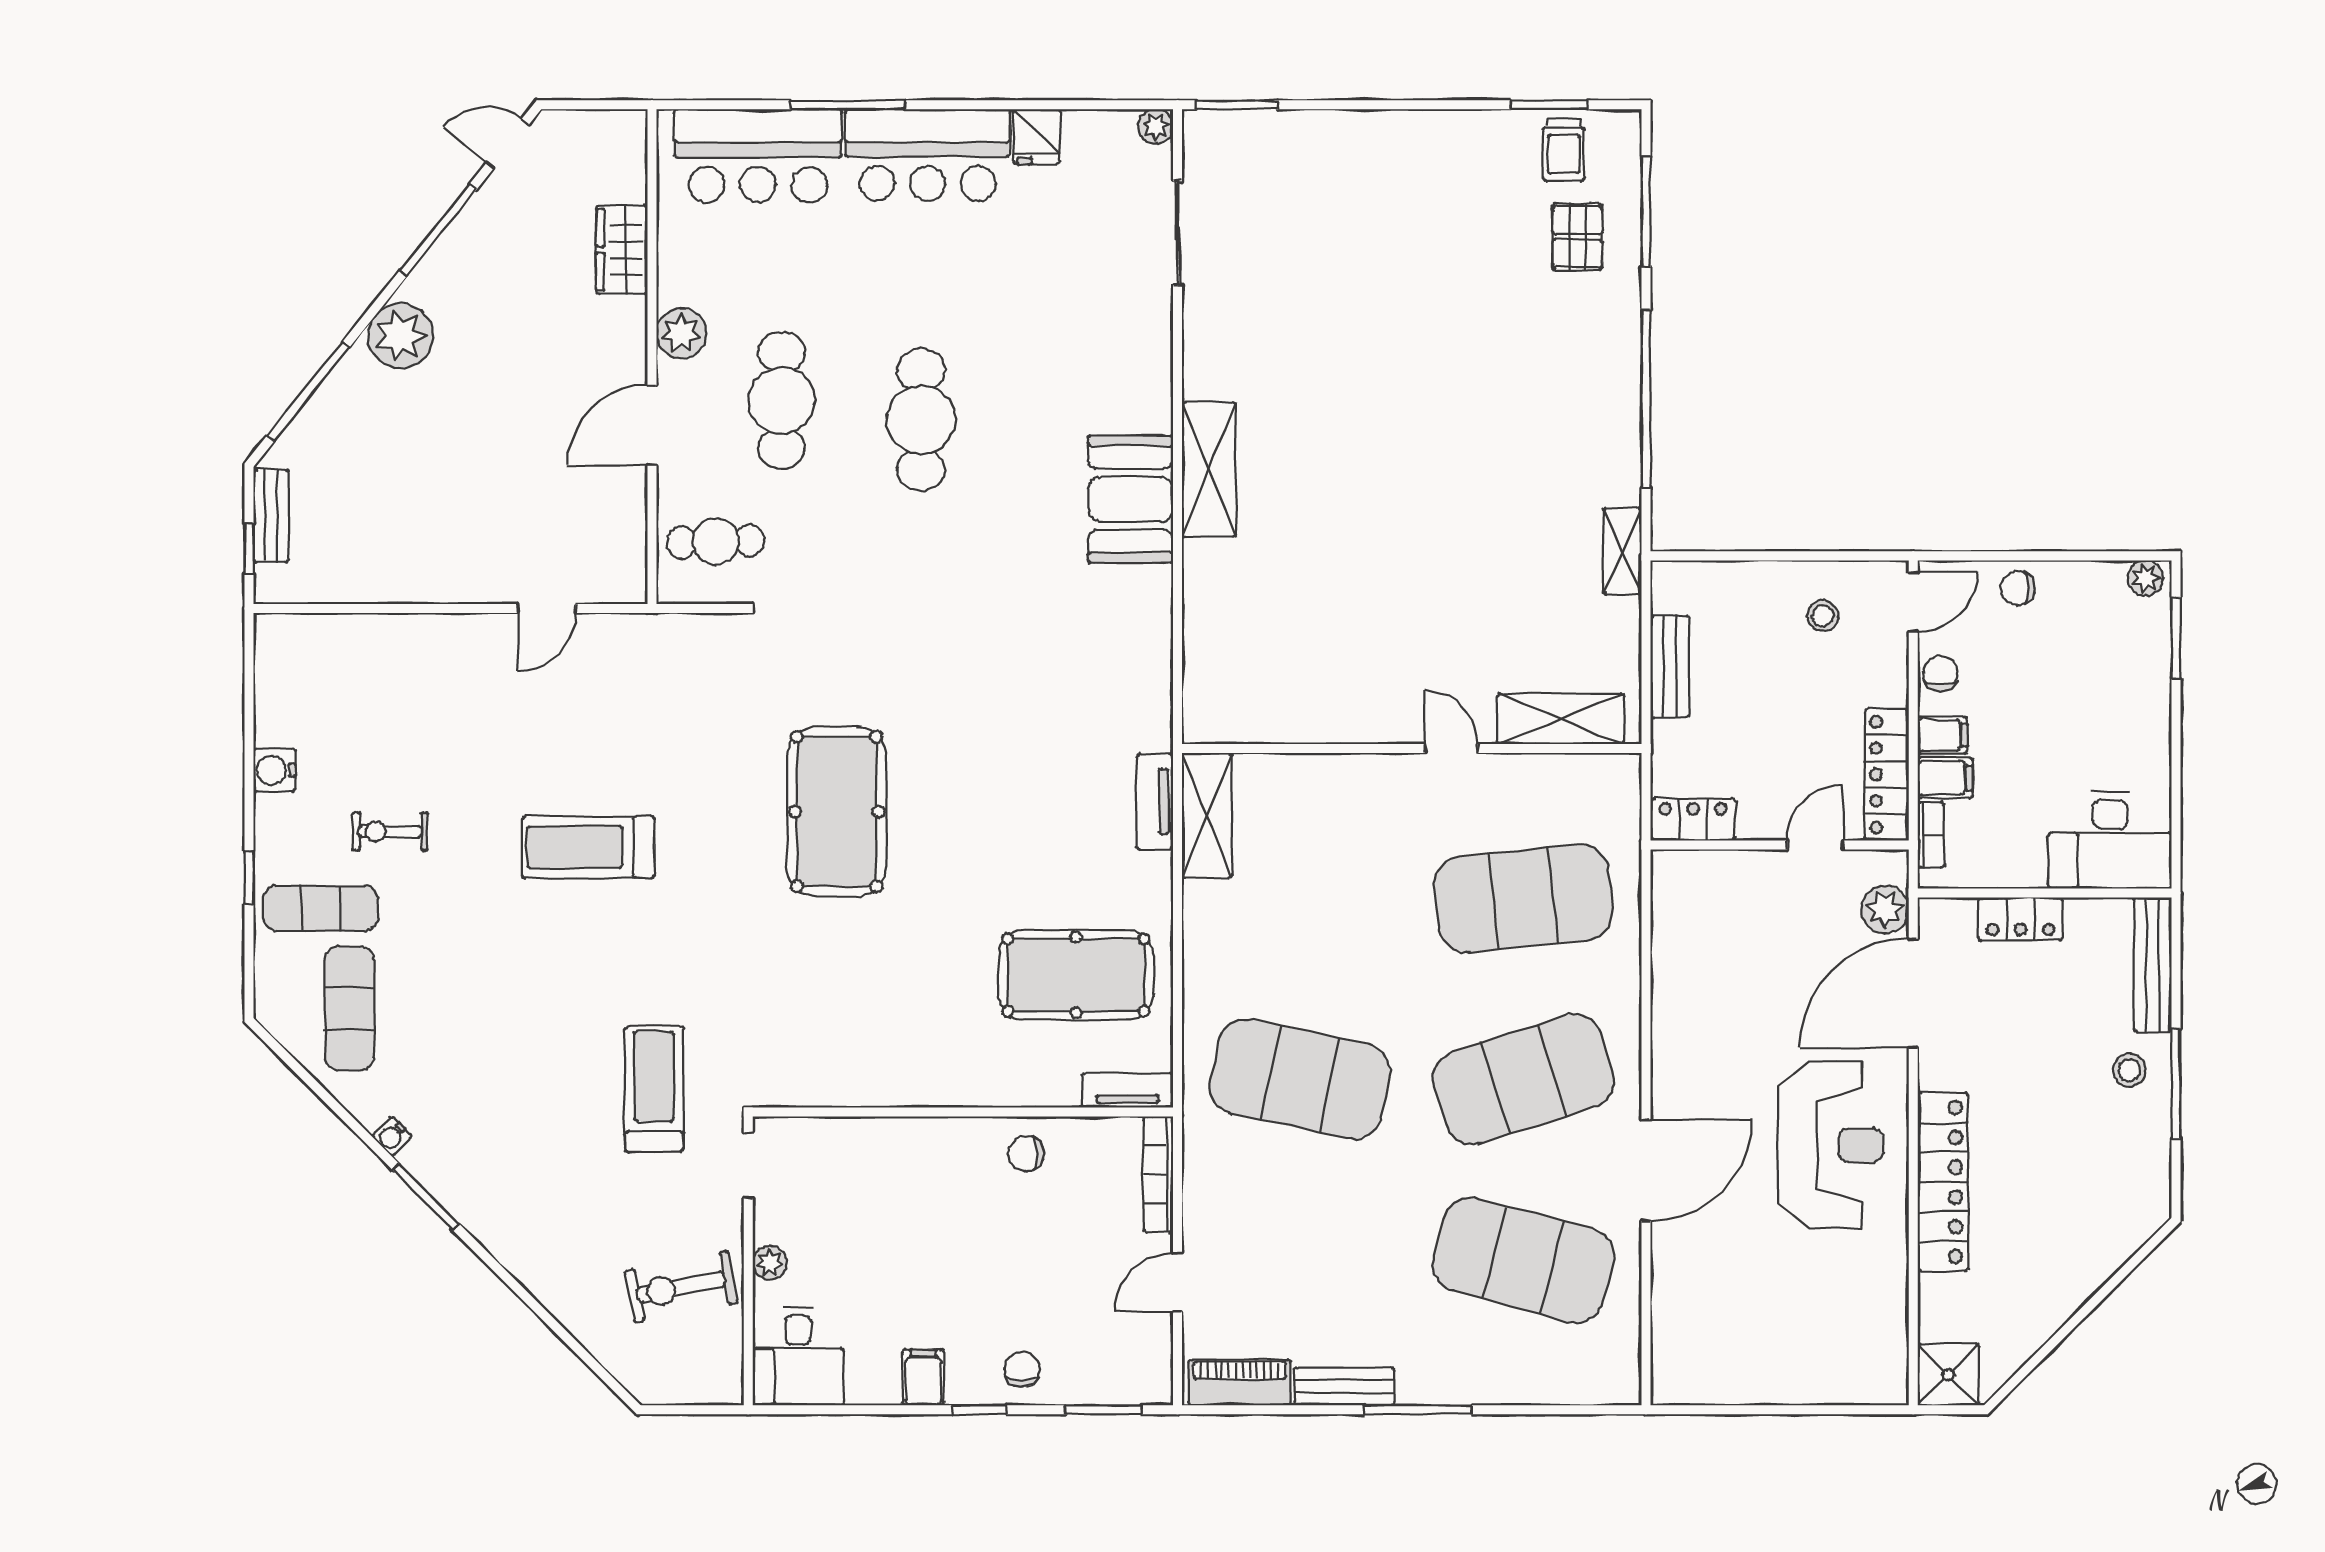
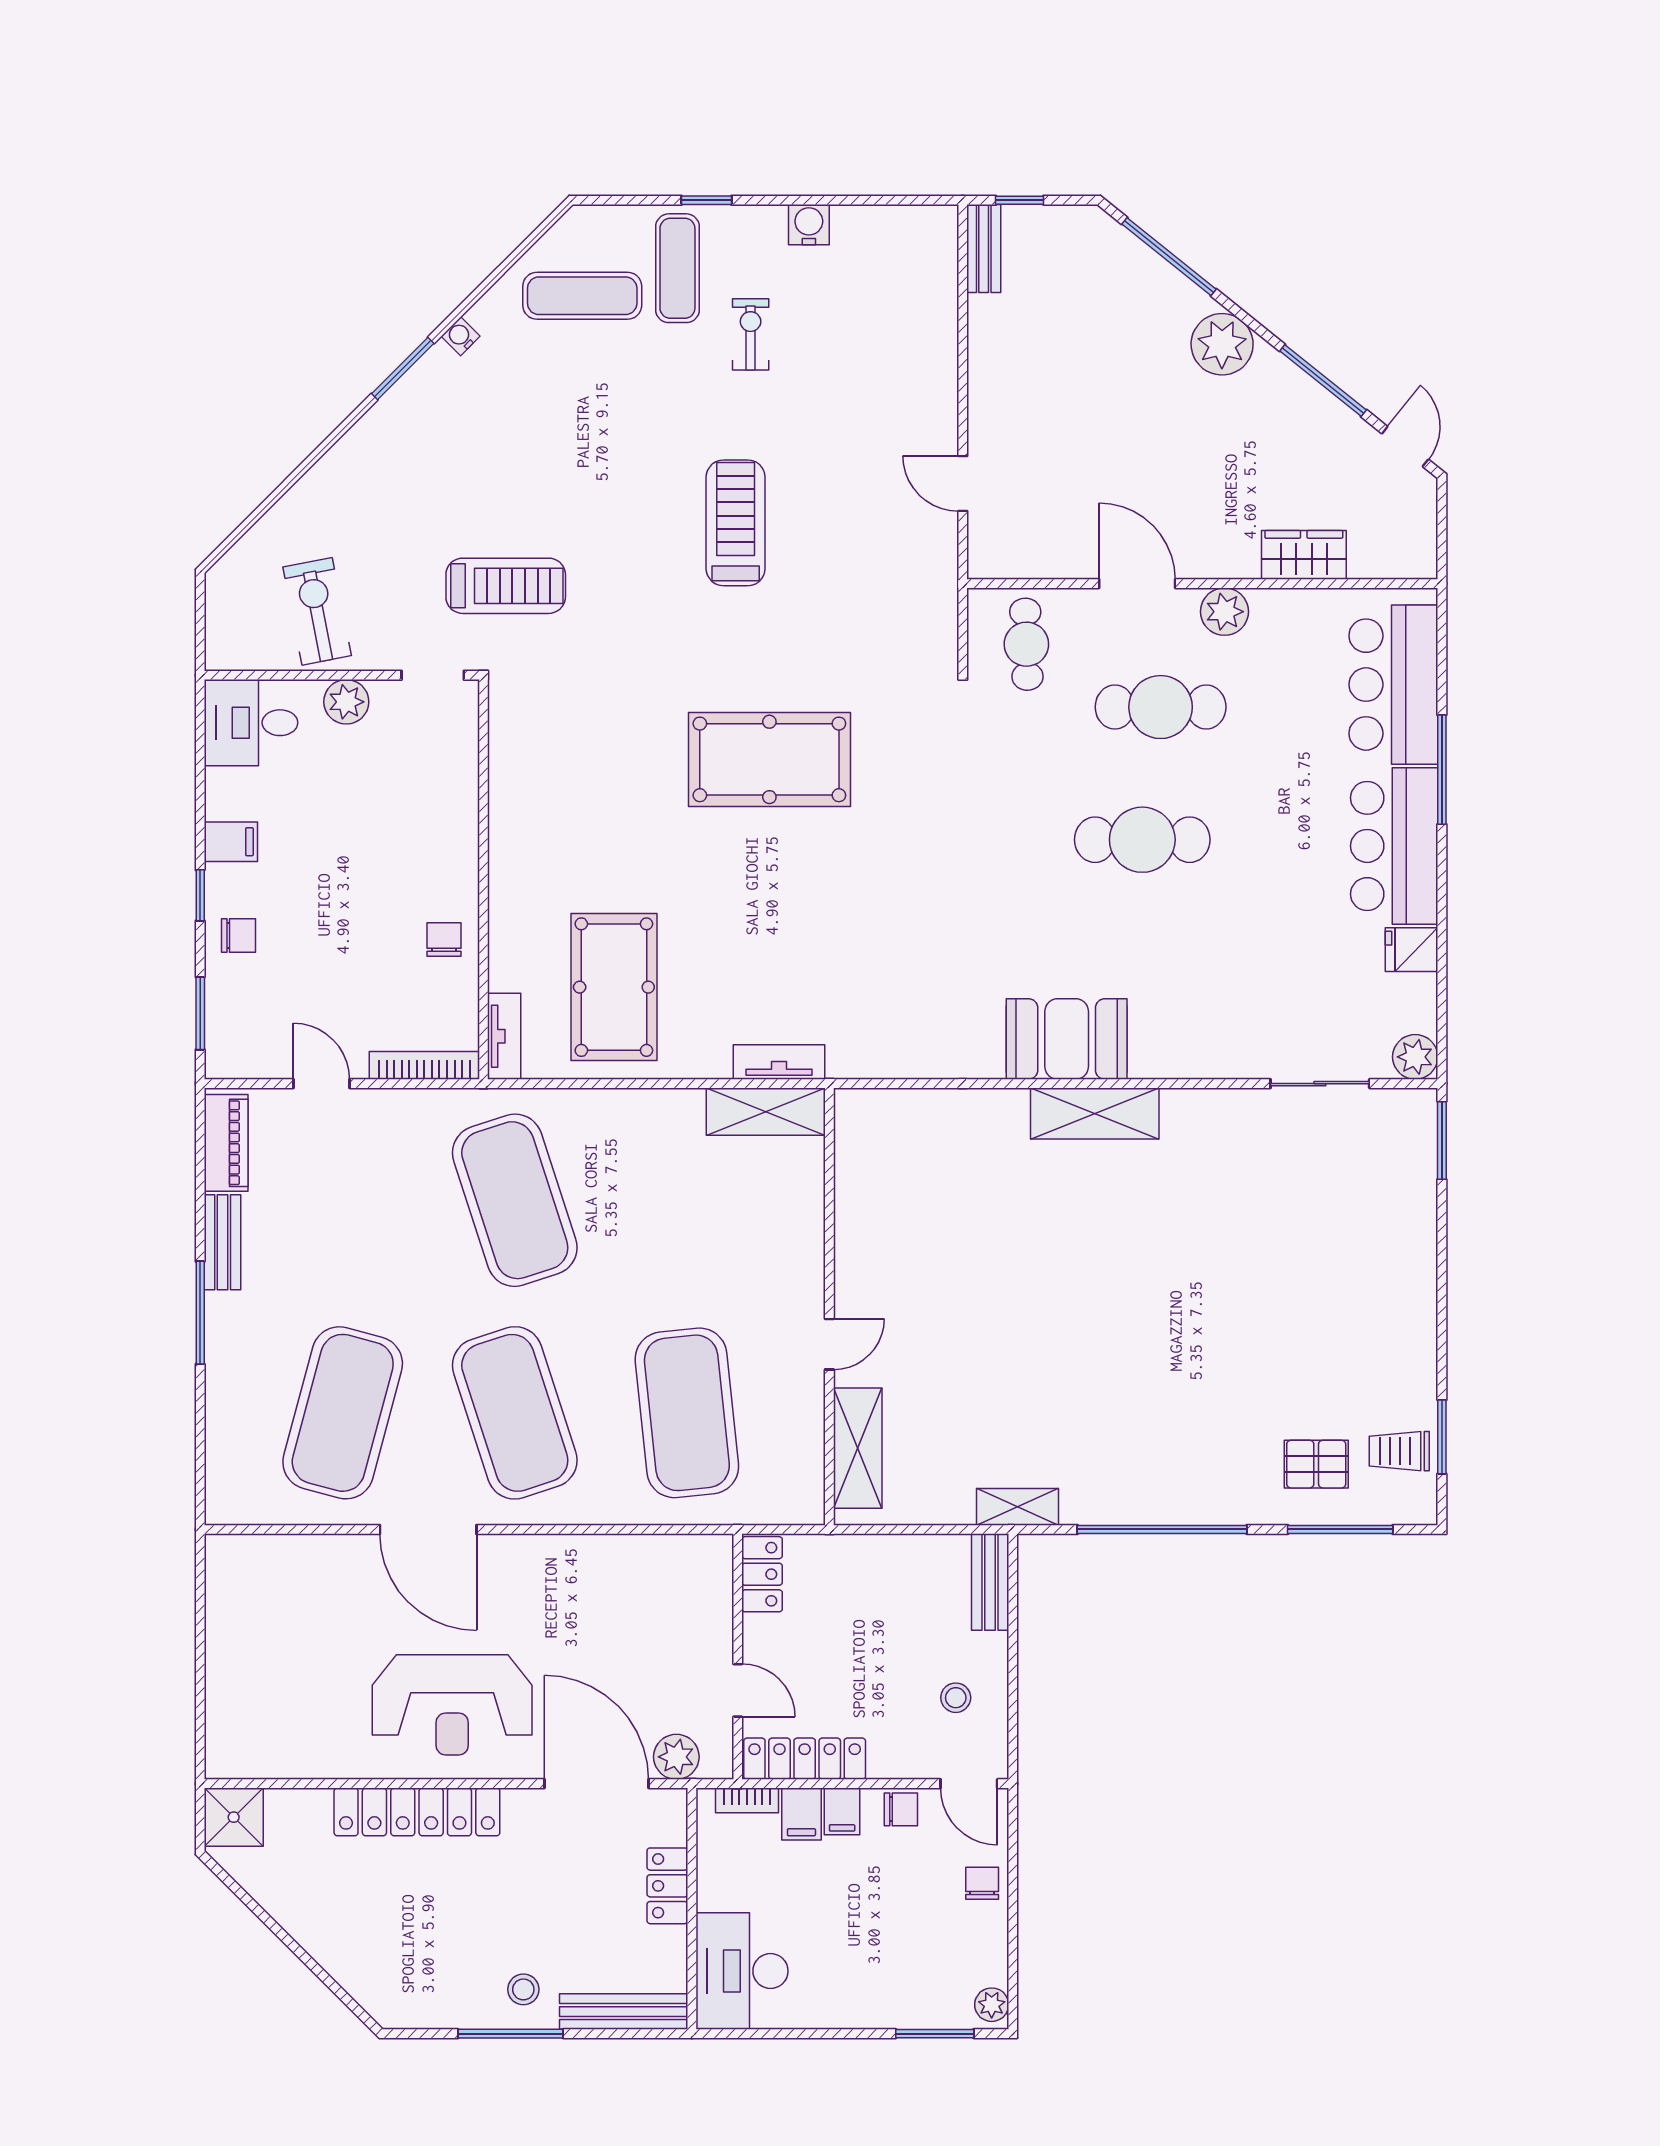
plant: (1156, 126) -> (1415, 1057), width x1.38, depth x1.38
bench: (271, 516) -> (984, 248), moved, turned 90
bench: (1670, 667) -> (990, 1582), moved, turned 90
exercise mat: (1300, 1079) -> (515, 1200), turned -30
plant: (770, 1263) -> (346, 702), width x1.38, depth x1.38

